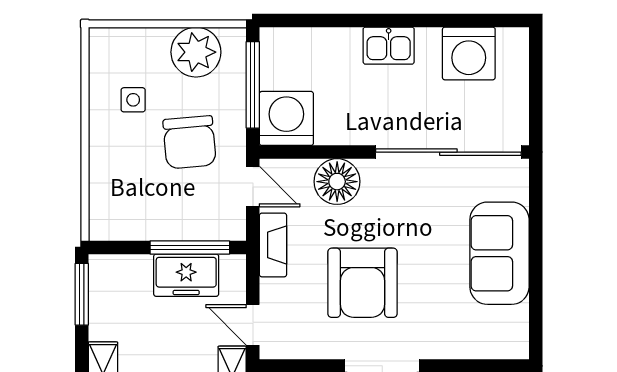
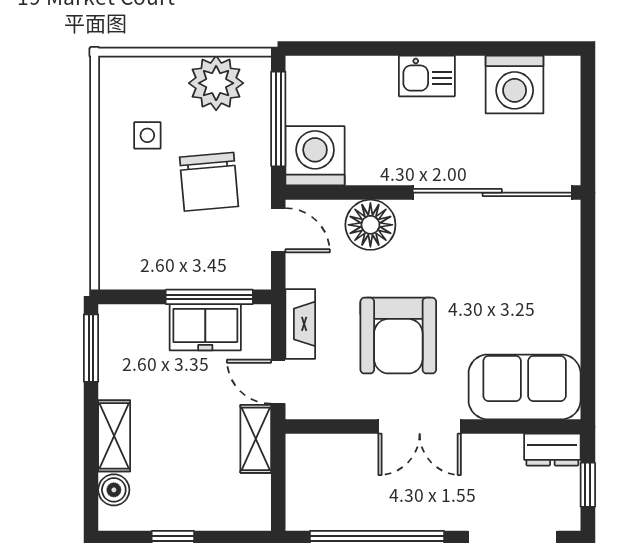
fireplace: (273, 245) -> (300, 324), moved
sofa: (499, 253) -> (525, 387), moved, turned 90

